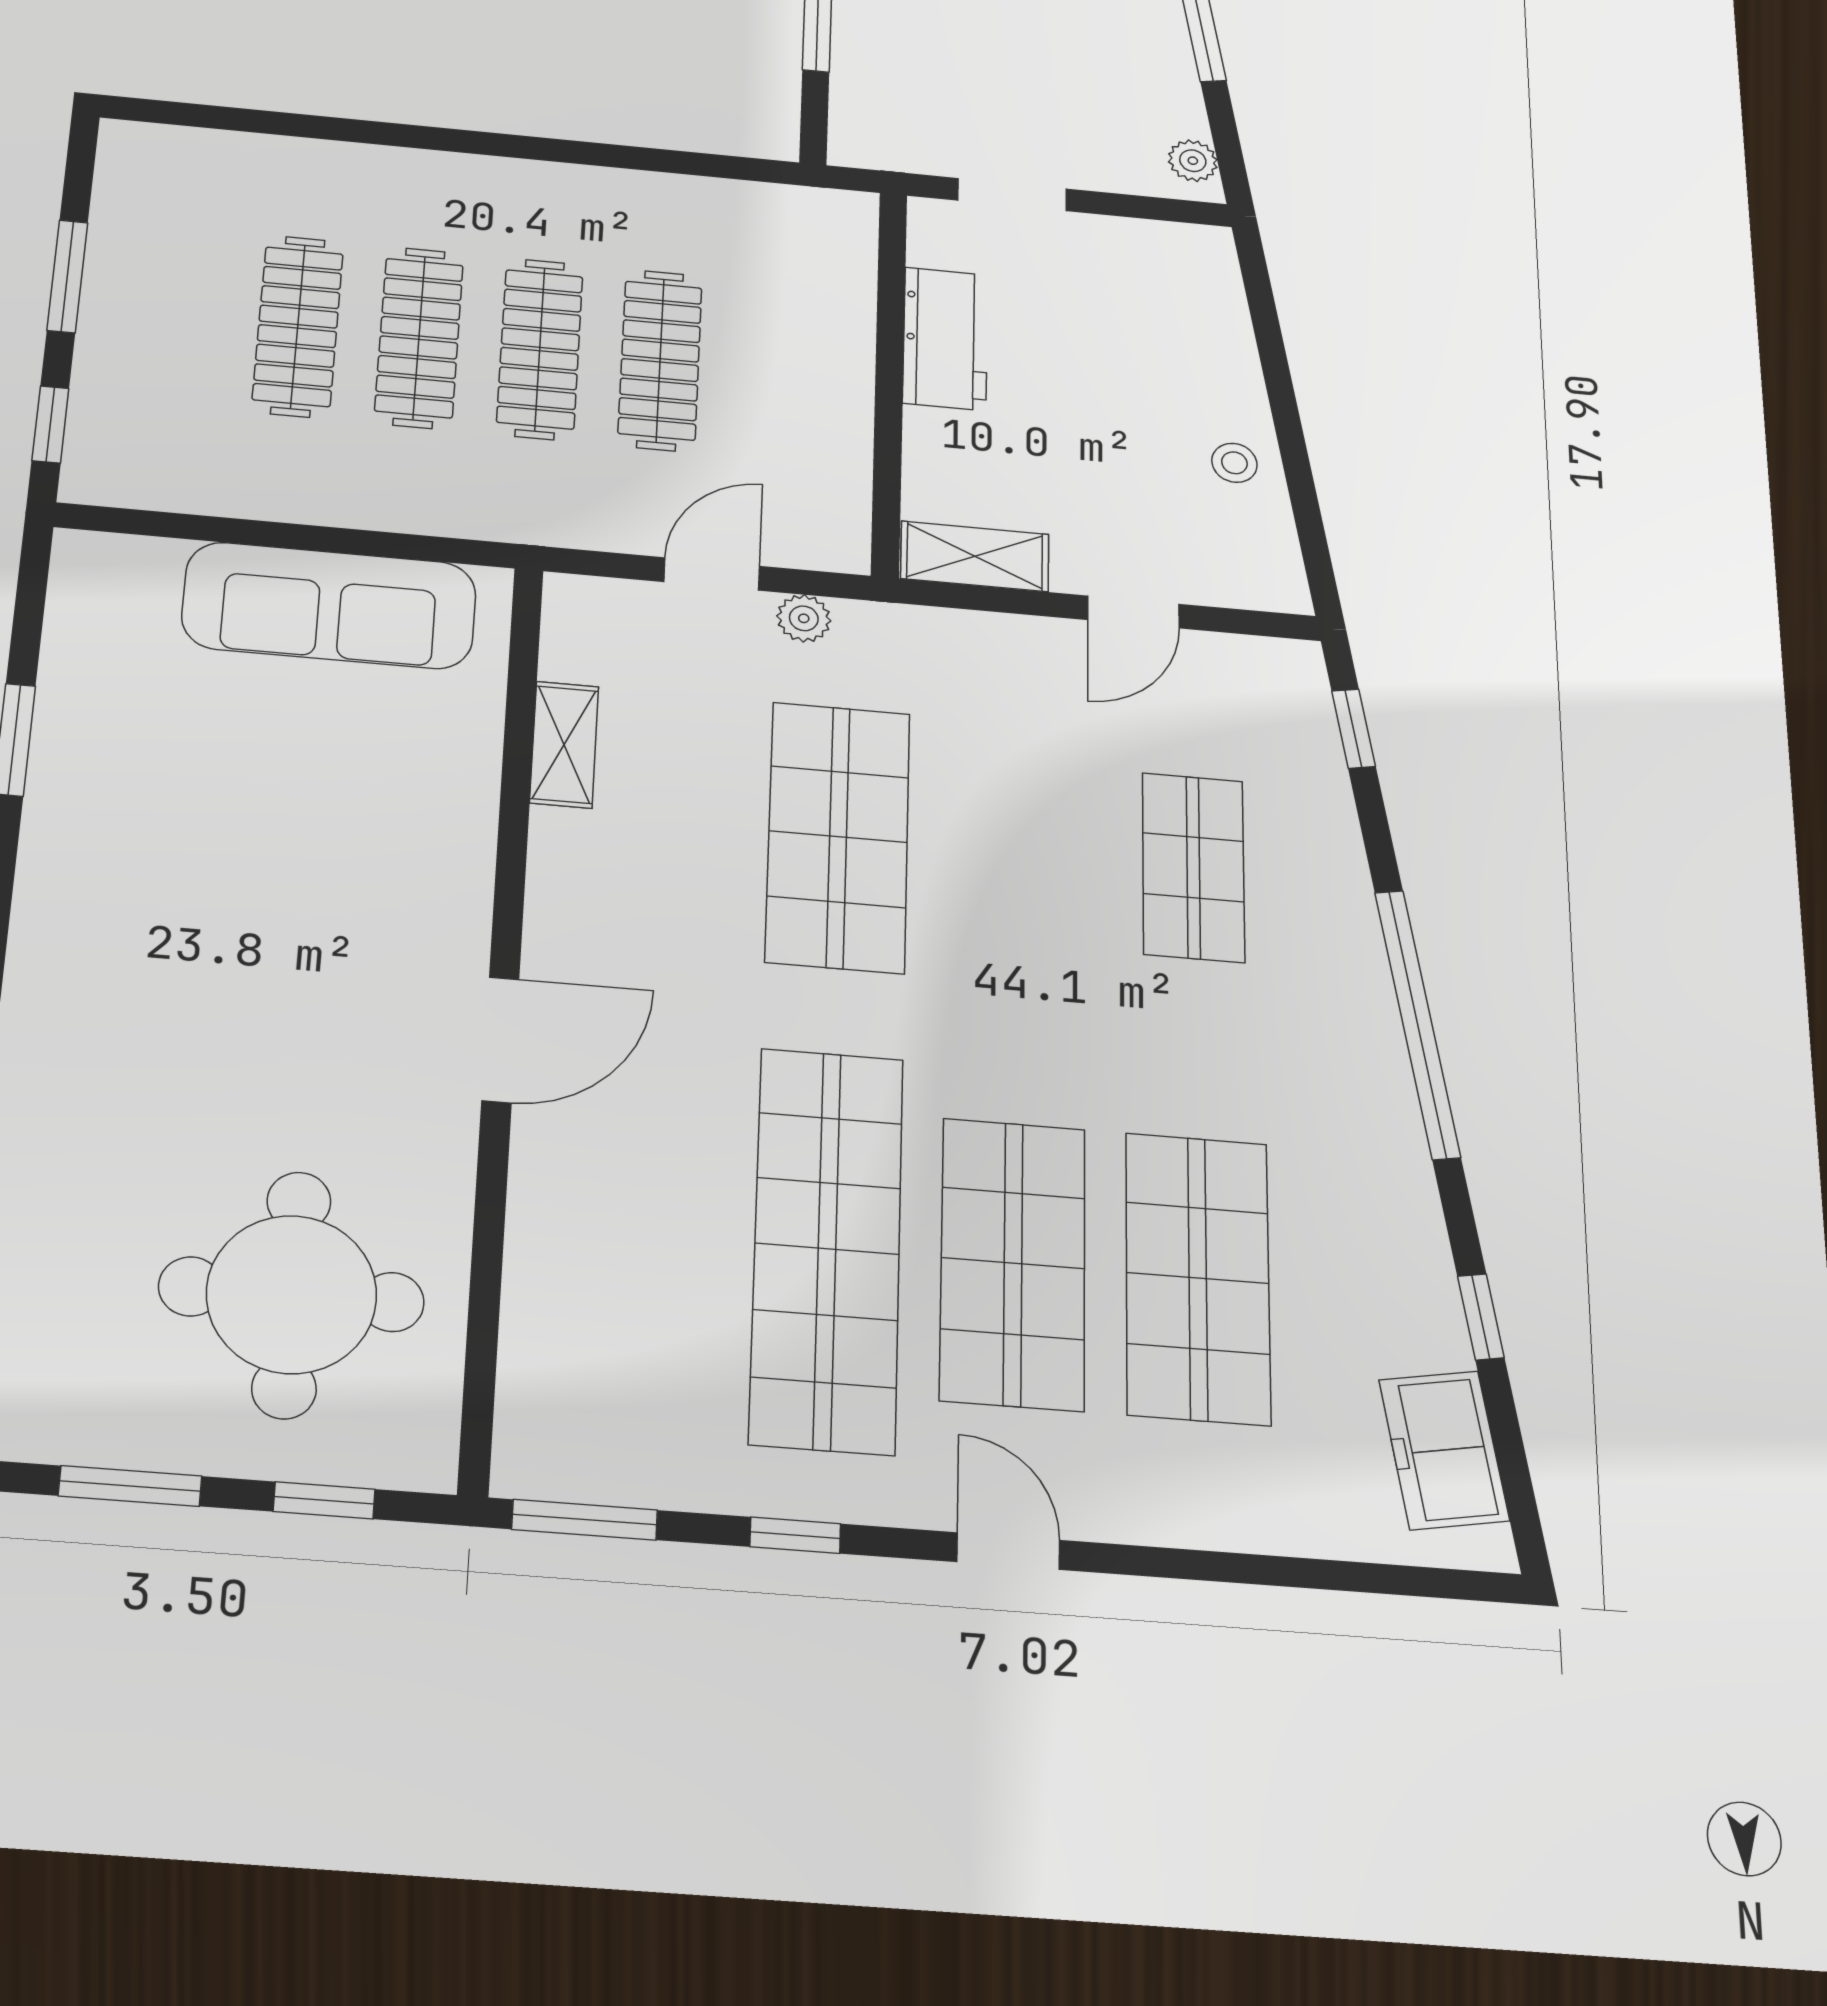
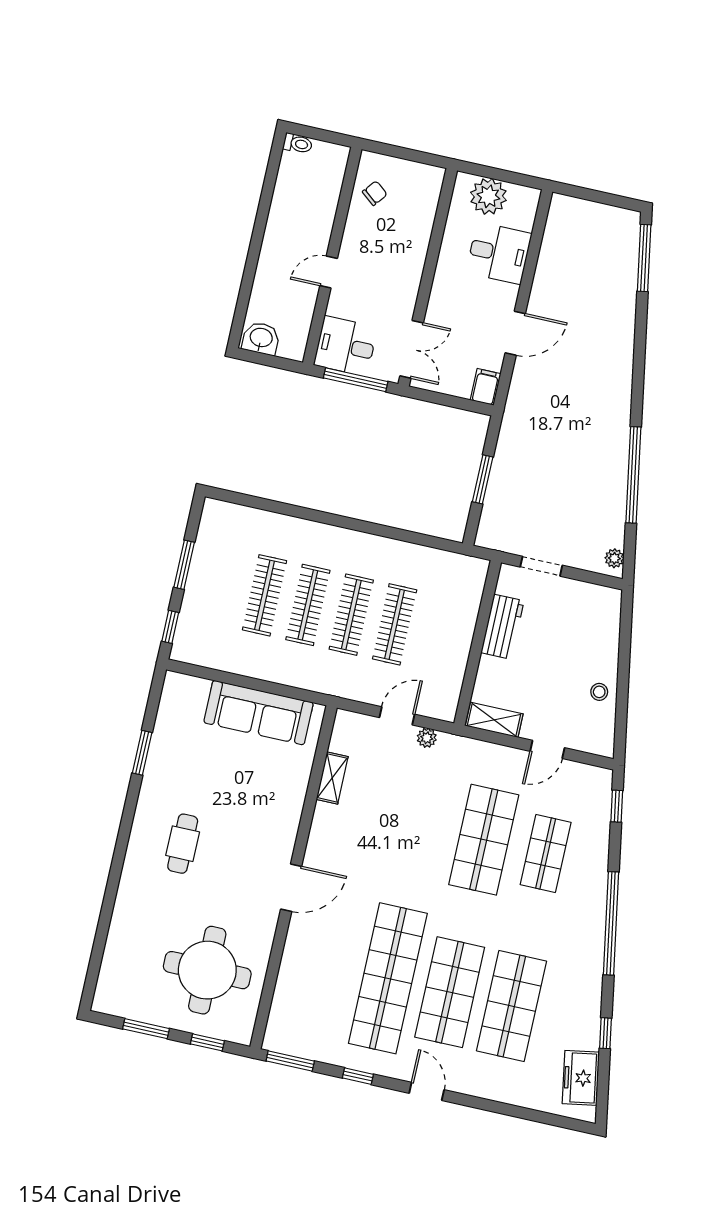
shop shelf: (838, 837) -> (484, 840), moved
cafe table: (166, 961) -> (183, 844), added

